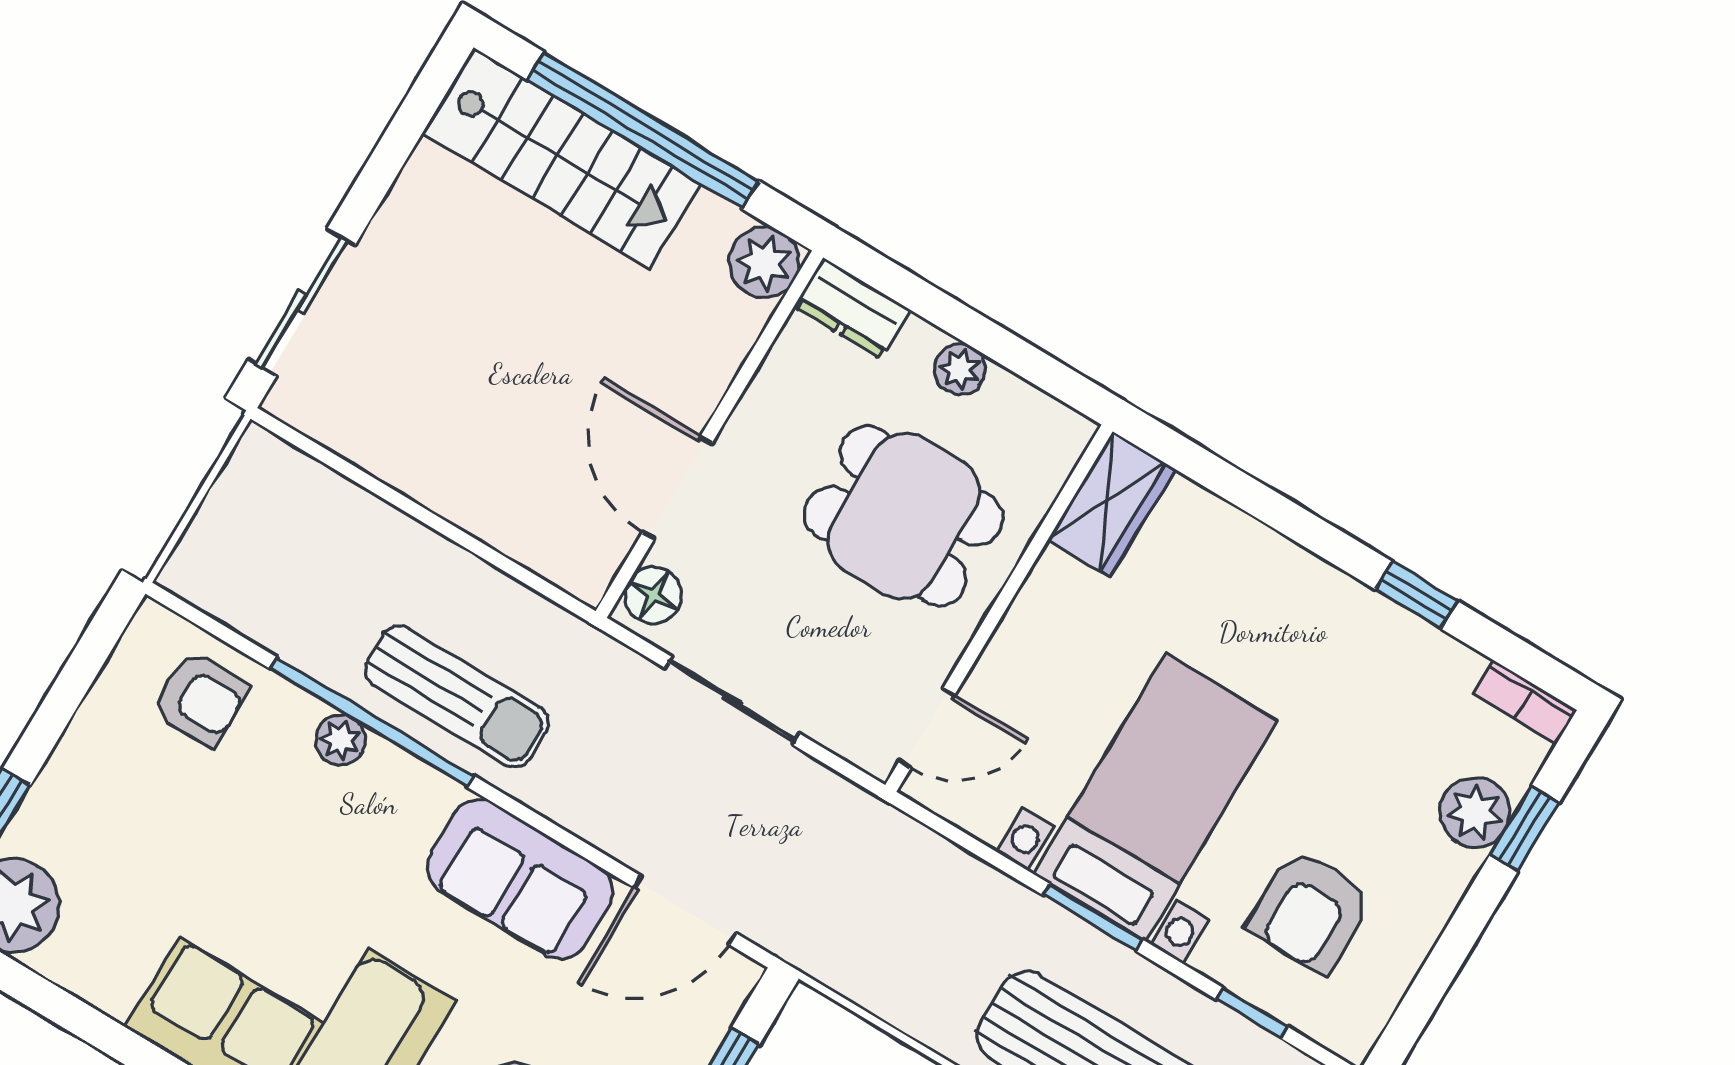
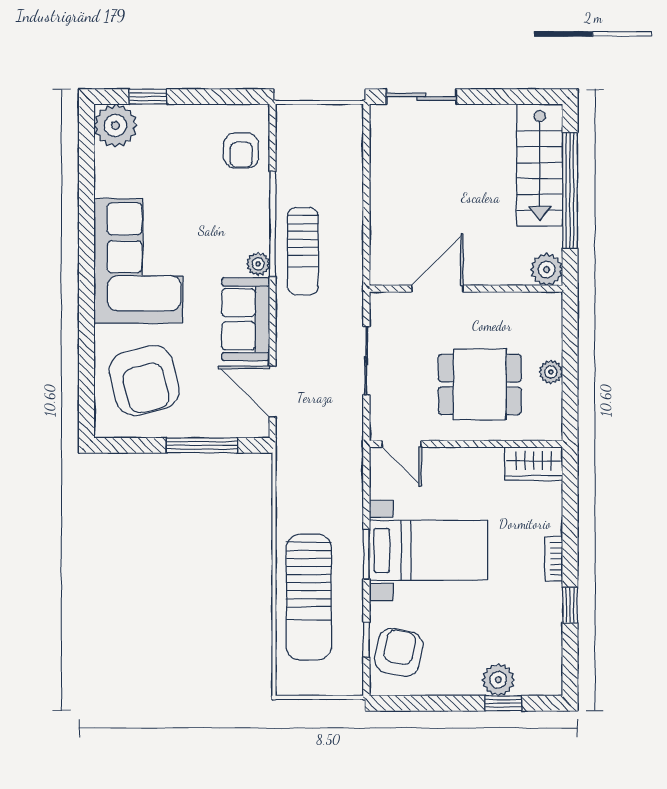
dresser: (852, 308) -> (549, 315), removed
dining table: (904, 516) -> (480, 384), turned 90
floor lamp: (653, 595) -> (389, 305), removed
bookcase: (1525, 702) -> (554, 559), moved
plant: (341, 740) -> (258, 264), moved
armchair: (1310, 911) -> (399, 652), moved, turned 102

